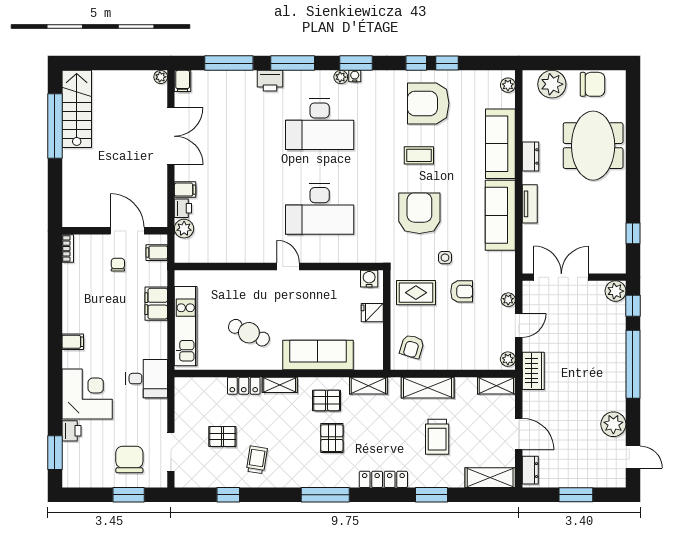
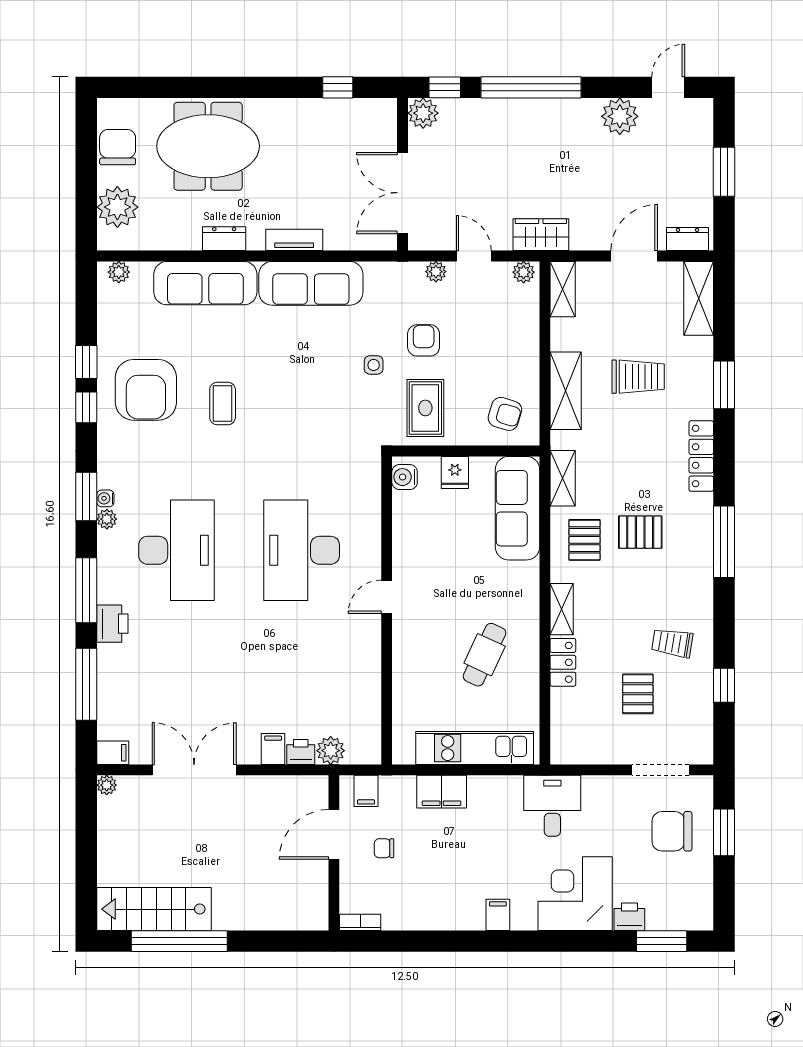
desk: (320, 209) -> (302, 550), turned 180
armchair: (419, 213) -> (308, 403), removed
sofa: (318, 355) -> (517, 508), moved

